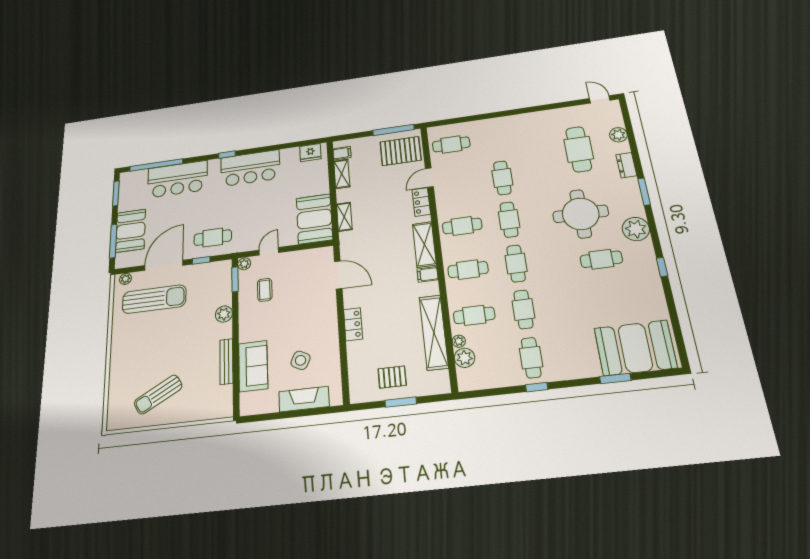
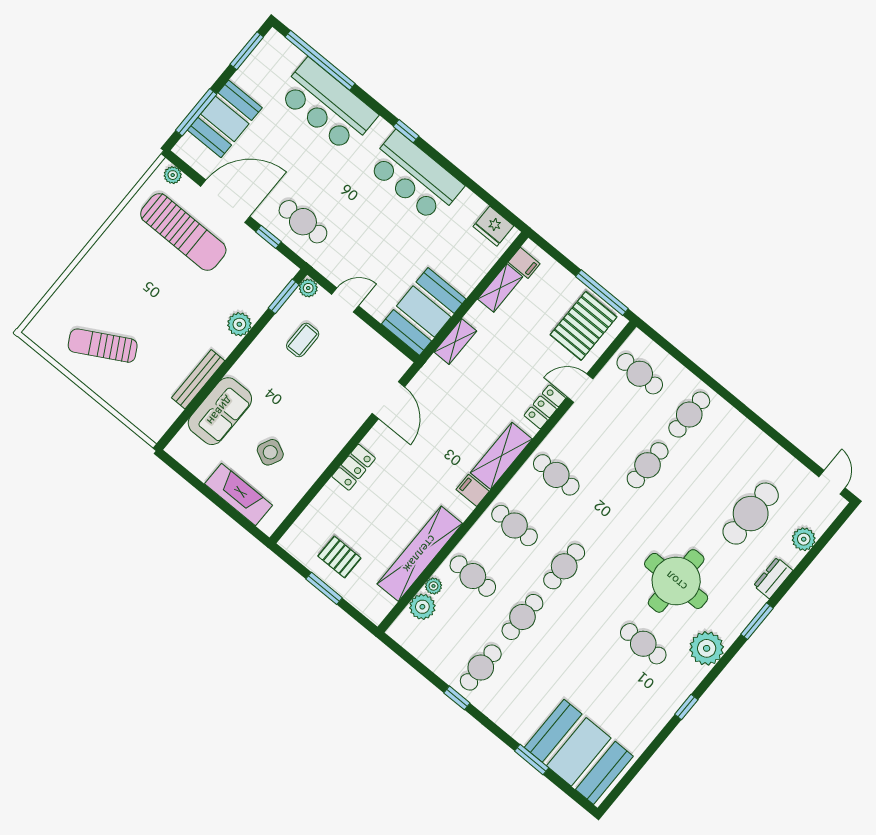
pallet: (400, 151) -> (584, 326), turned 90
cafe table: (509, 220) -> (689, 415), moved

